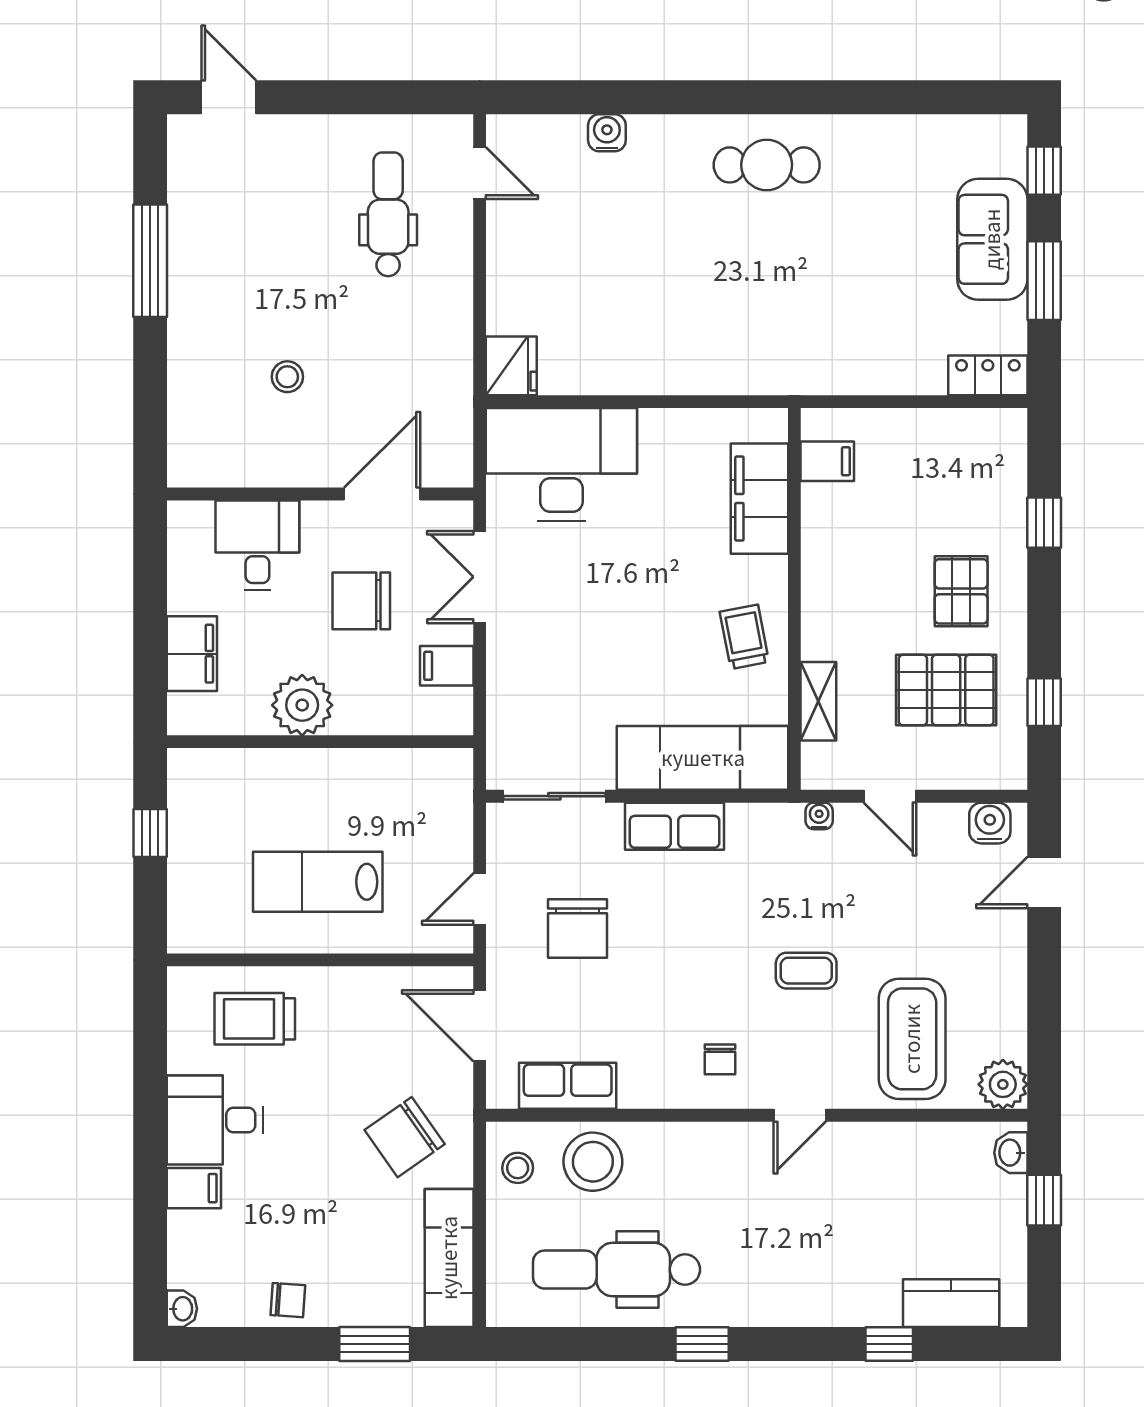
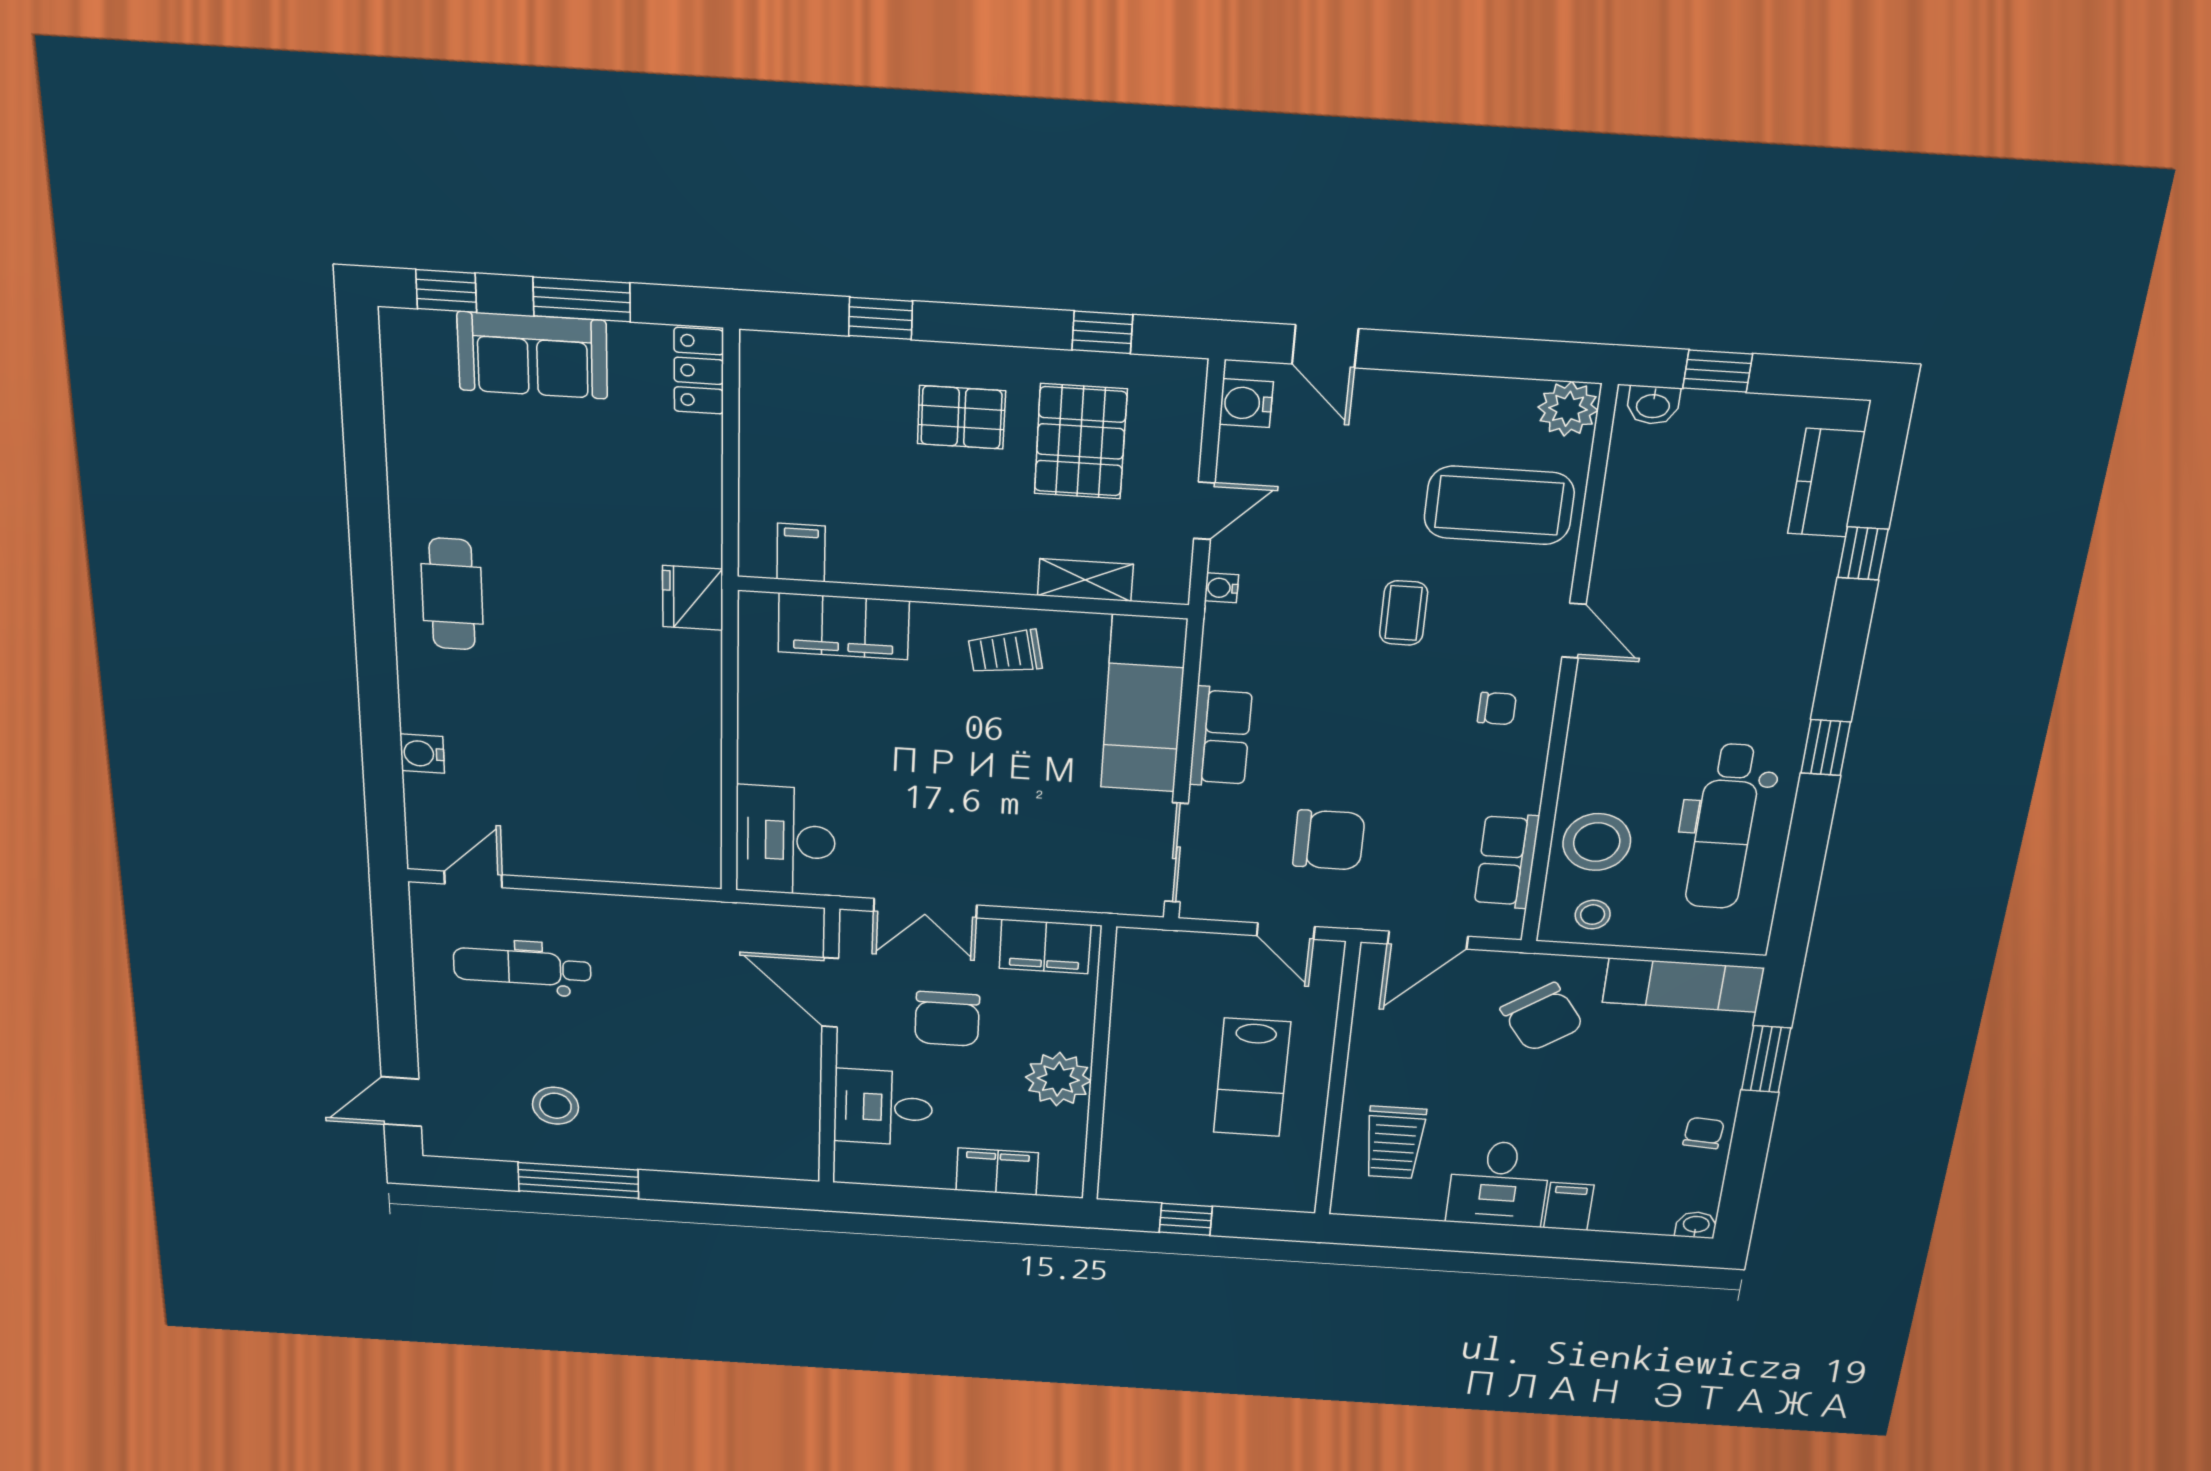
fridge: (511, 366) -> (693, 598), moved, turned -90
stool: (287, 377) -> (555, 1106), moved, width x1.37, depth x1.37
desk: (561, 464) -> (785, 841), width x0.73, depth x0.77
filing cabinet: (447, 666) -> (1045, 947), width x2.00

